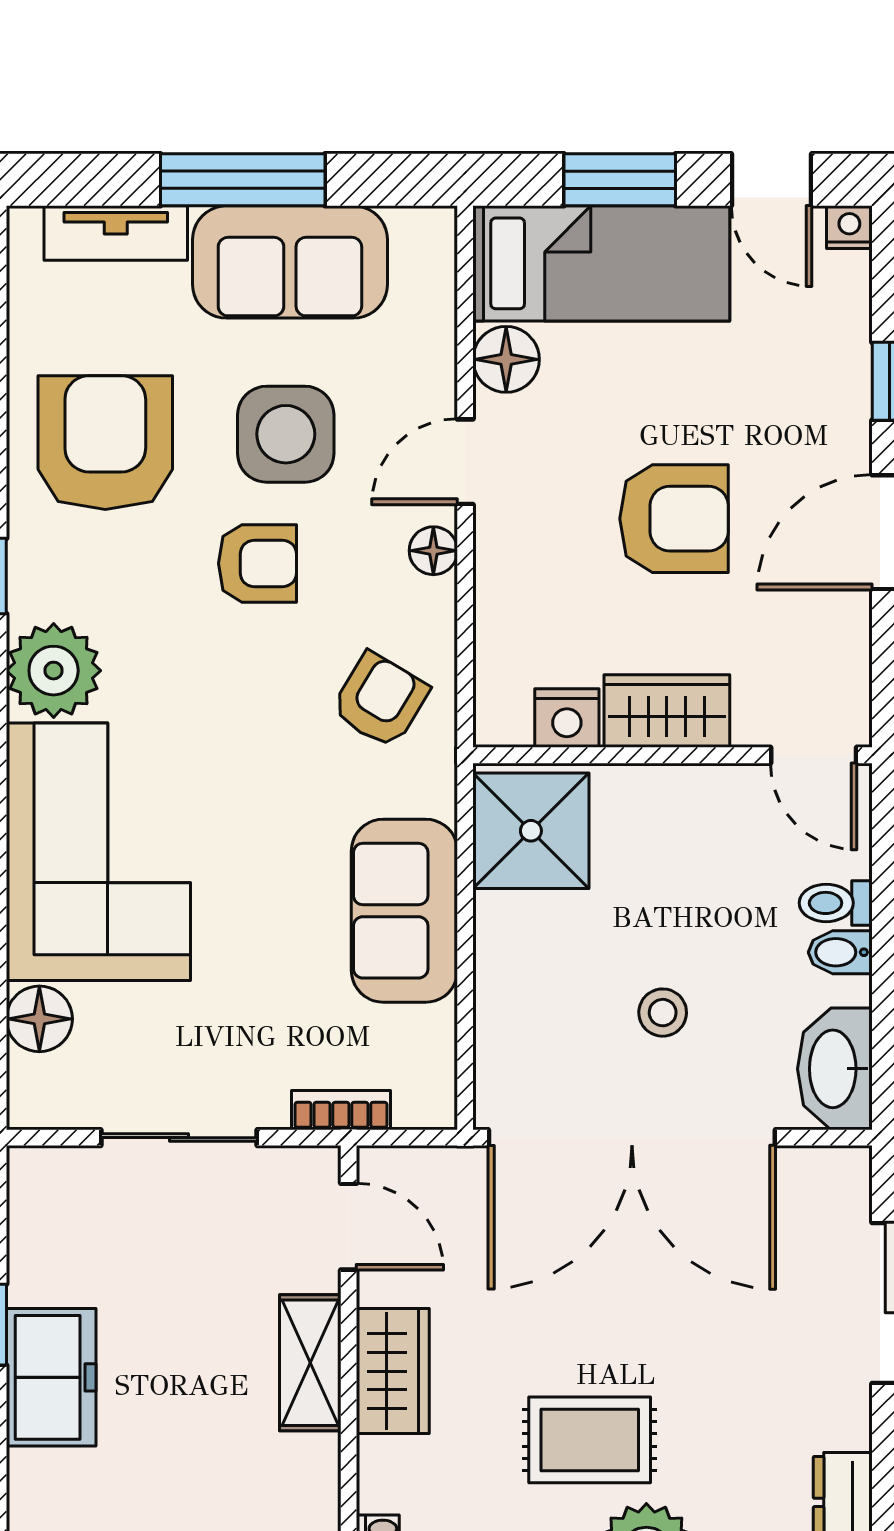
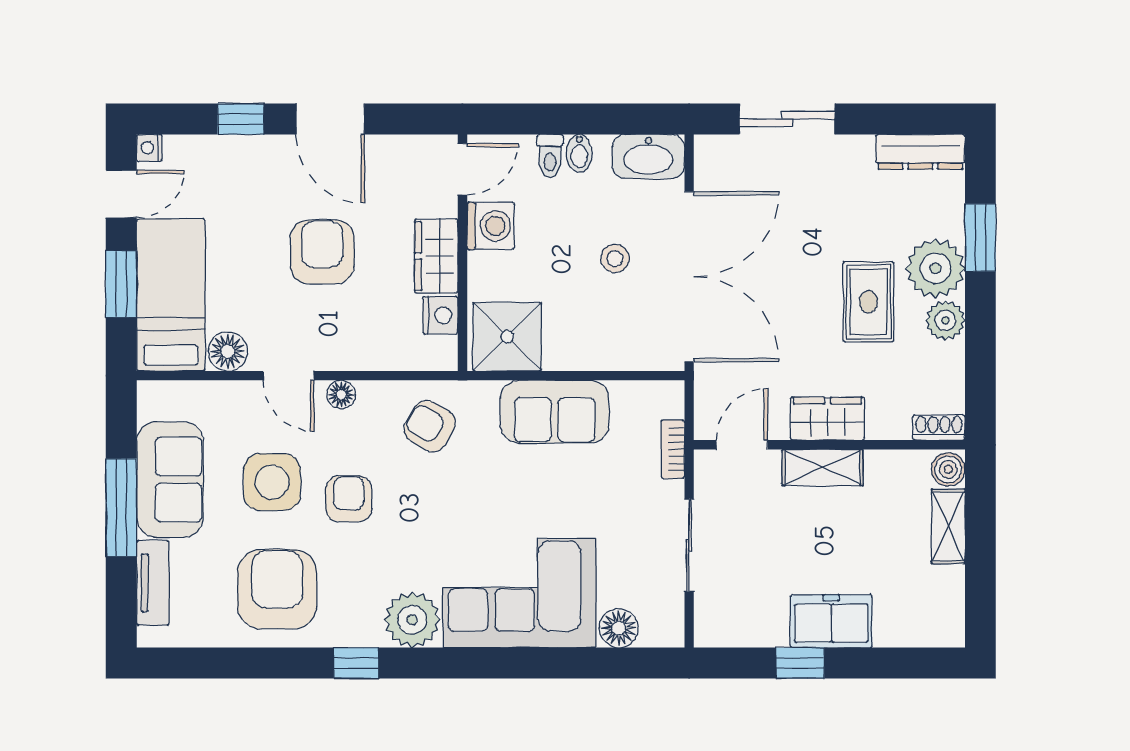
armchair: (105, 443) -> (277, 589), turned 90
washing machine: (718, 803) -> (491, 226), added

